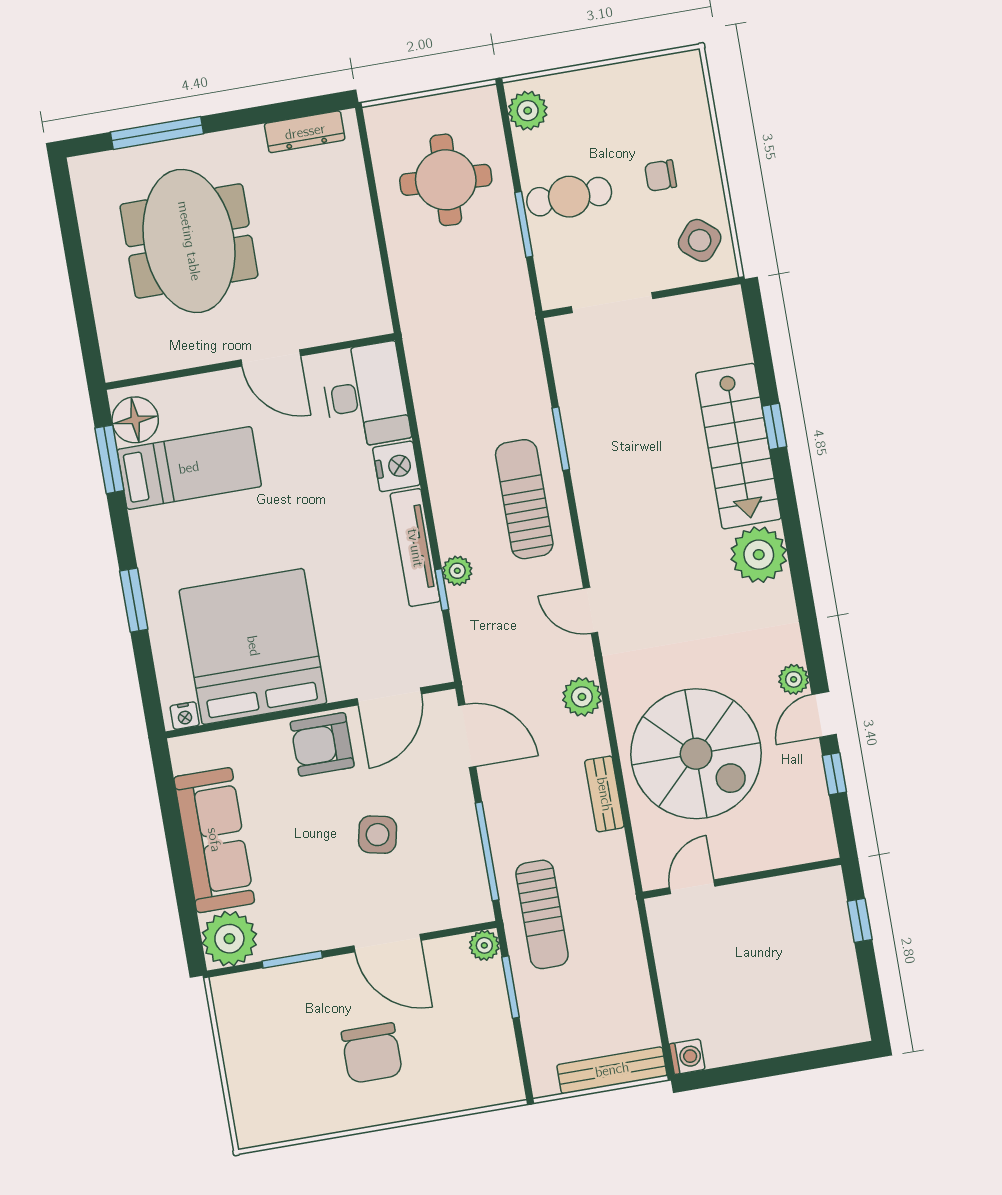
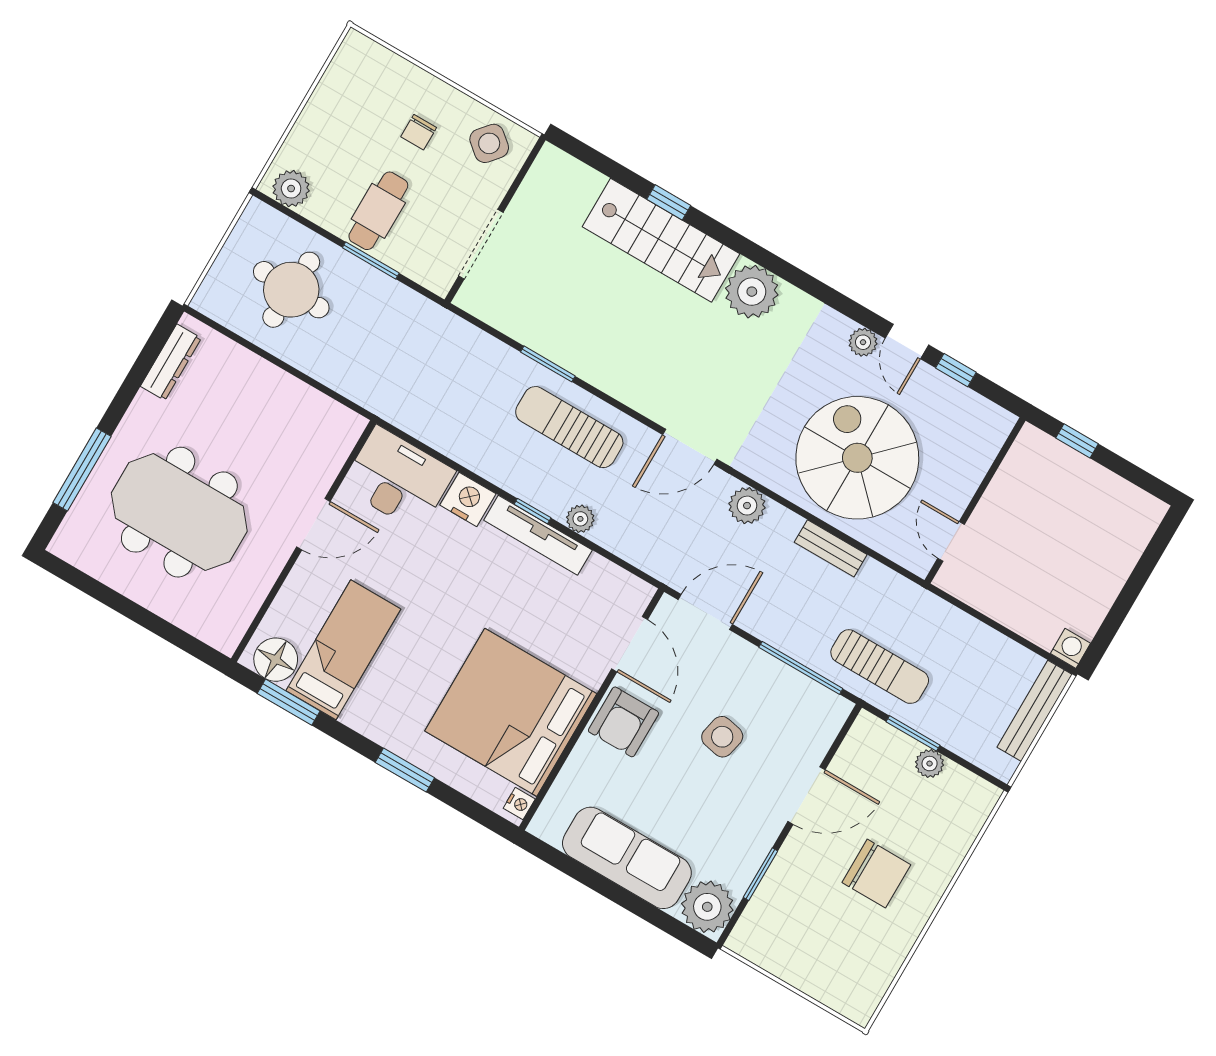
window: (442, 590) -> (533, 511), moved
door: (590, 610) -> (690, 447), width x1.38
spiral stairs: (696, 754) -> (857, 458), turned -90
plant: (484, 945) -> (930, 764), moved

